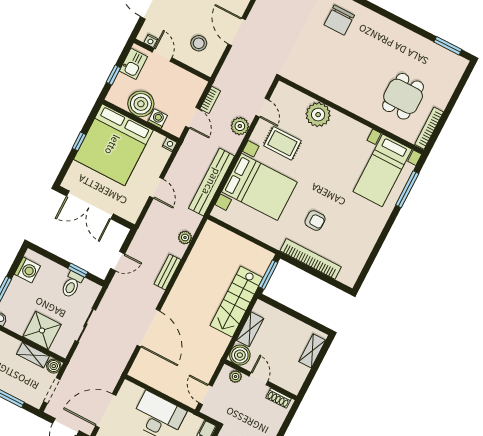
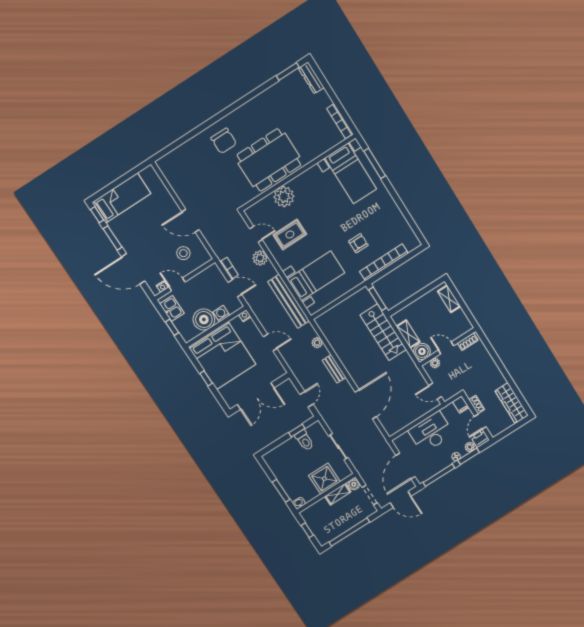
dresser: (456, 73) -> (311, 78), added
dining table: (403, 96) -> (269, 160), moved, width x1.88, depth x1.24
bed with nightstands: (259, 187) -> (316, 276), width x0.73
washing machine: (27, 270) -> (276, 465), removed
door: (148, 328) -> (366, 404), hinge flipped

